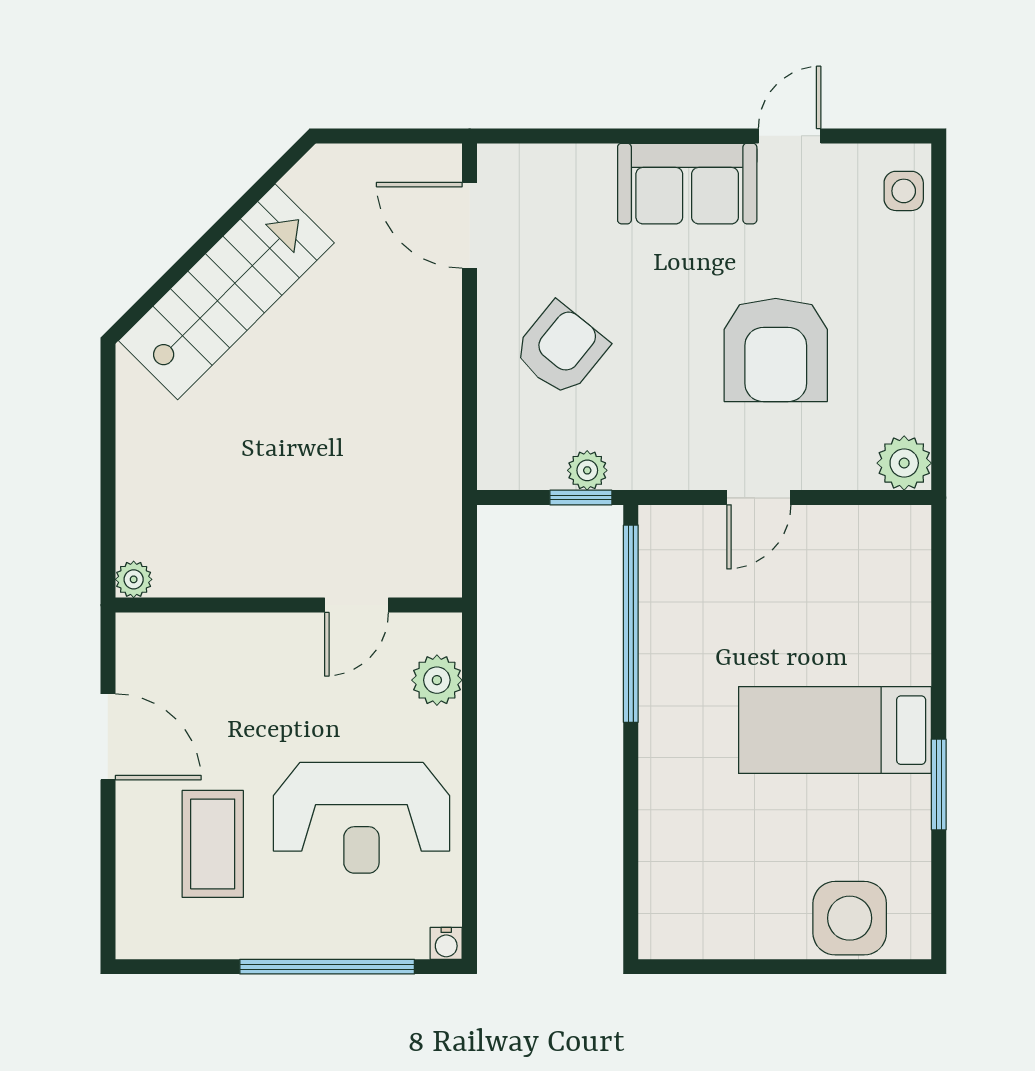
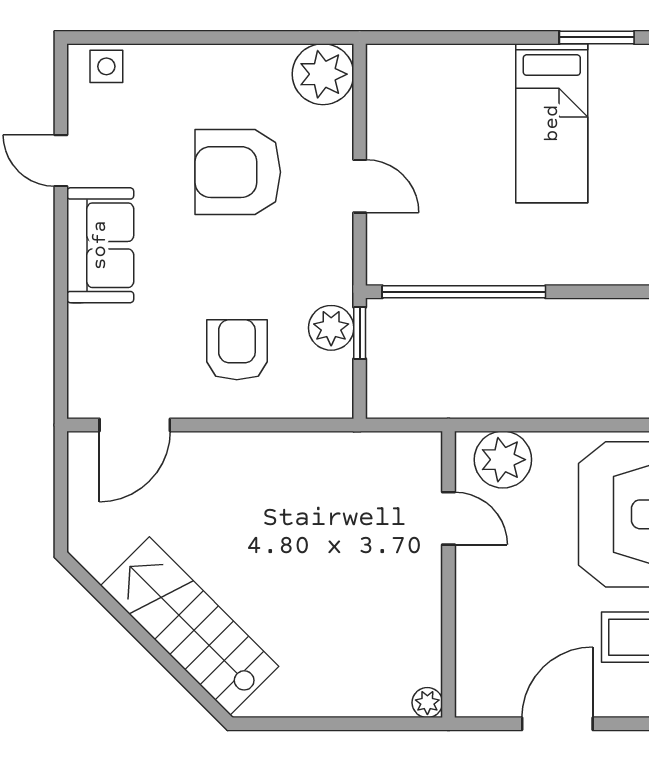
armchair: (561, 349) -> (237, 350), turned 51
armchair: (776, 350) -> (238, 172), turned 180
plant: (904, 463) -> (323, 74), width x1.36, depth x1.36
plant: (587, 470) -> (331, 328), width x1.38, depth x1.38
plant: (437, 680) -> (503, 460), width x1.36, depth x1.36

